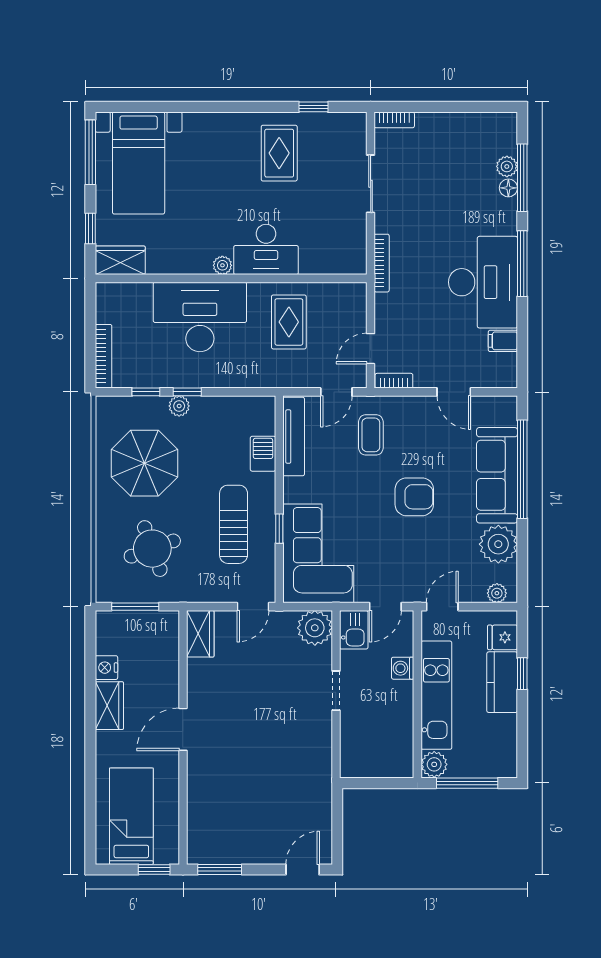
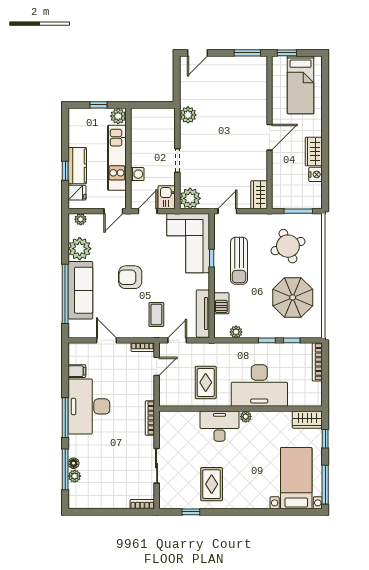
plant: (179, 406) -> (236, 332), moved
plant: (318, 767) -> (188, 115), added
window: (467, 783) -> (98, 105), width x0.46

